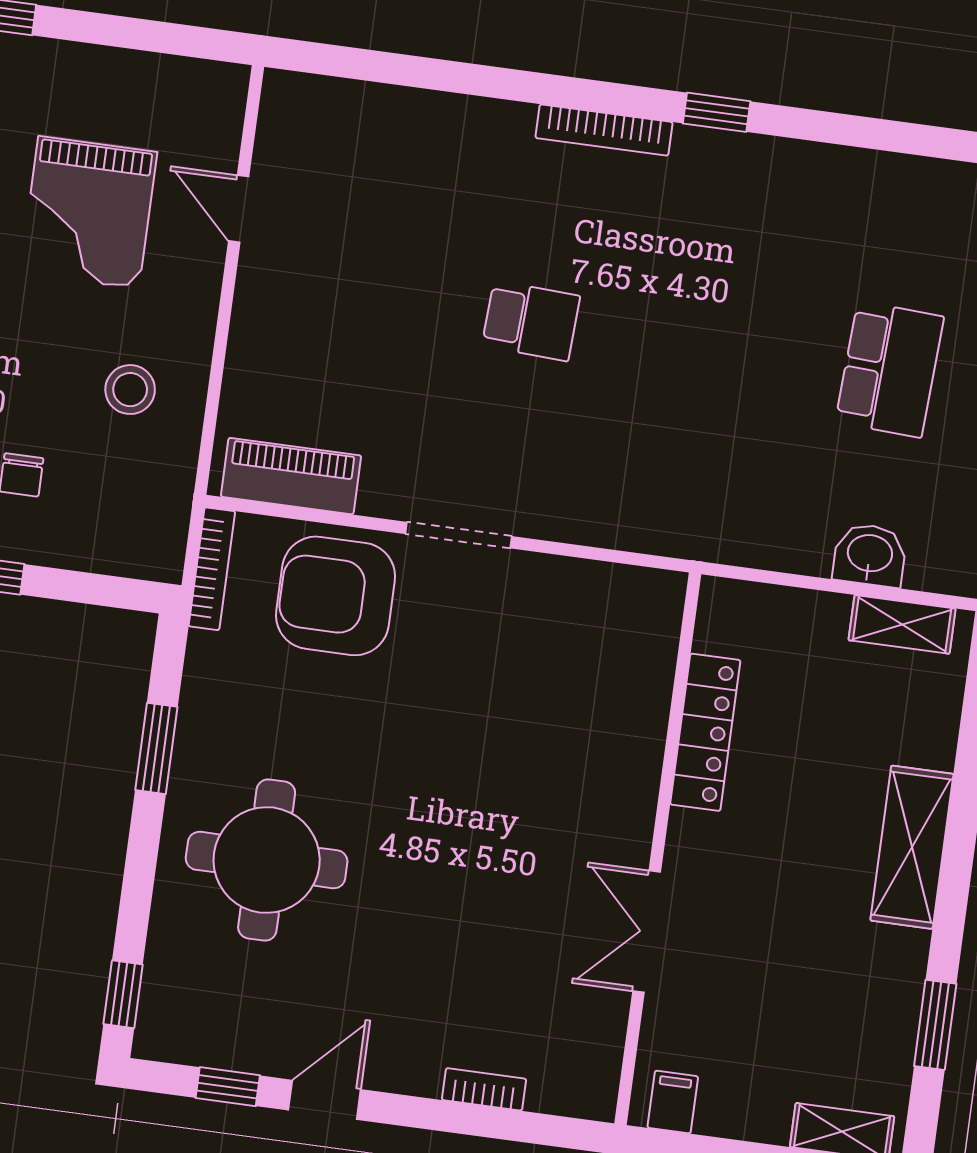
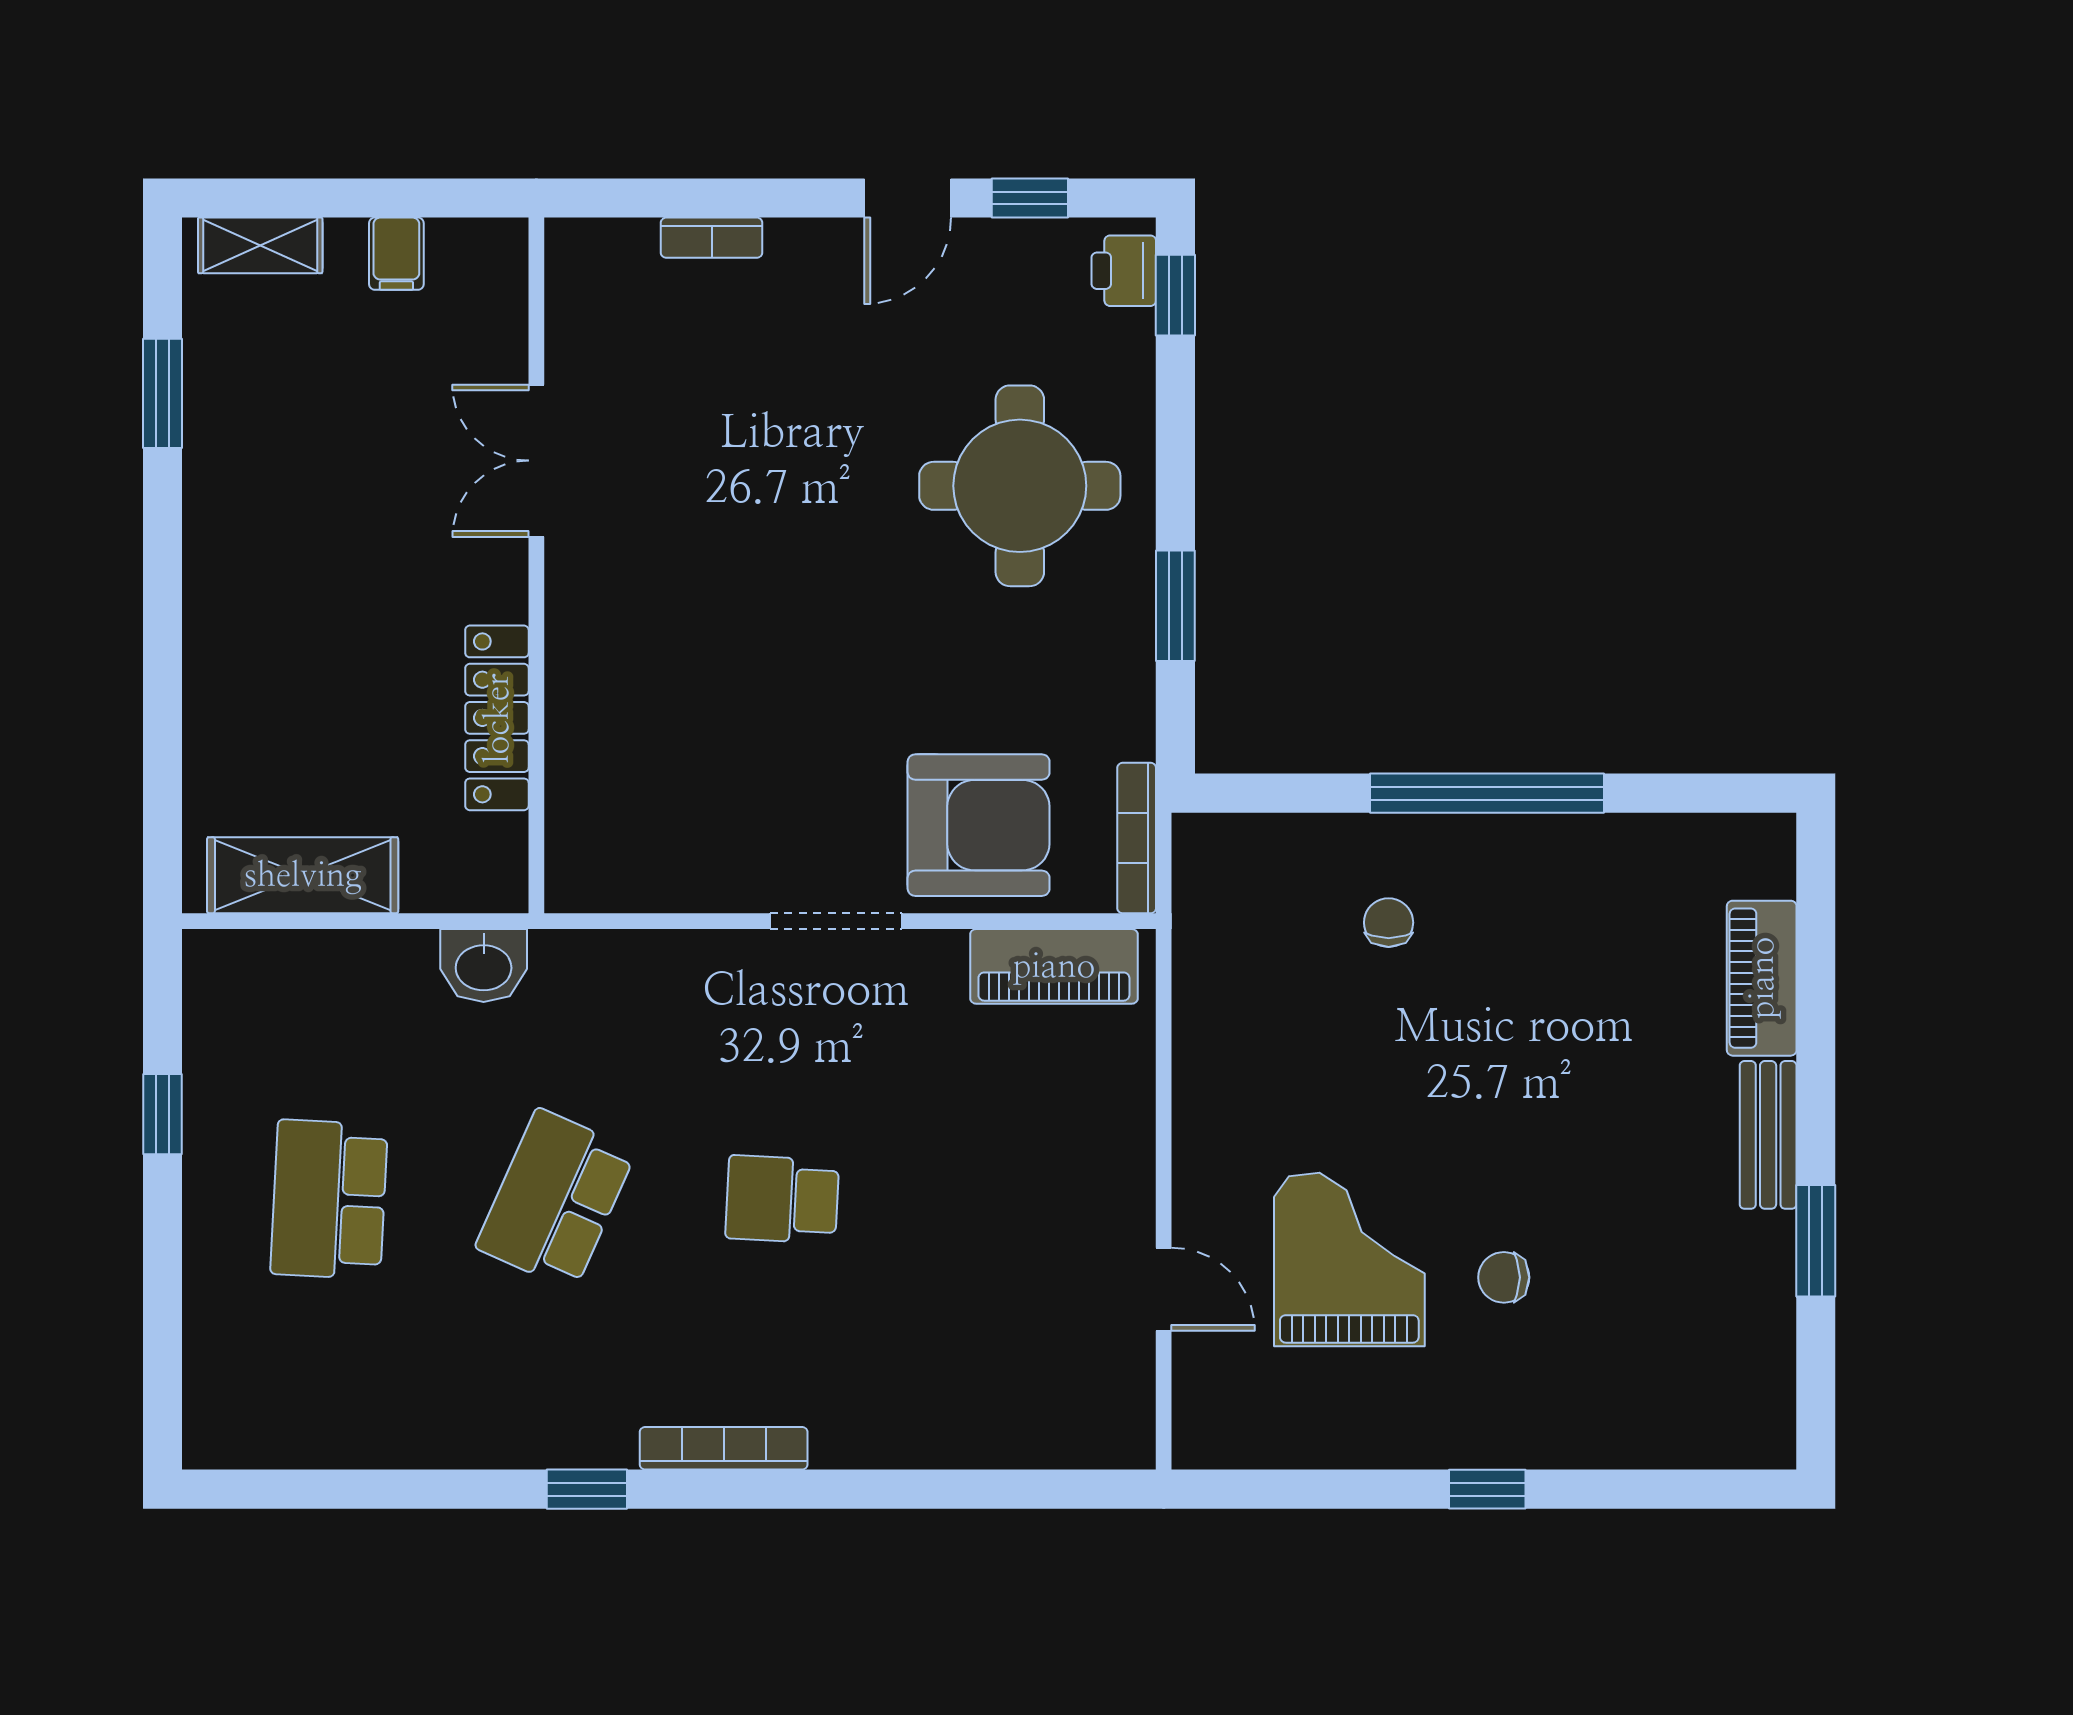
school desk: (710, 345) -> (556, 1199), added
stool: (130, 390) -> (1268, 1047), removed
washbasin: (870, 555) -> (484, 966), moved
shelving: (902, 624) -> (303, 875), width x1.50, depth x1.33
shelving: (912, 847) -> (221, 610), removed
double door: (647, 932) -> (536, 461), swing flipped
printer: (161, 1019) -> (1124, 271), added
filing cabinet: (673, 1102) -> (396, 254), moved

